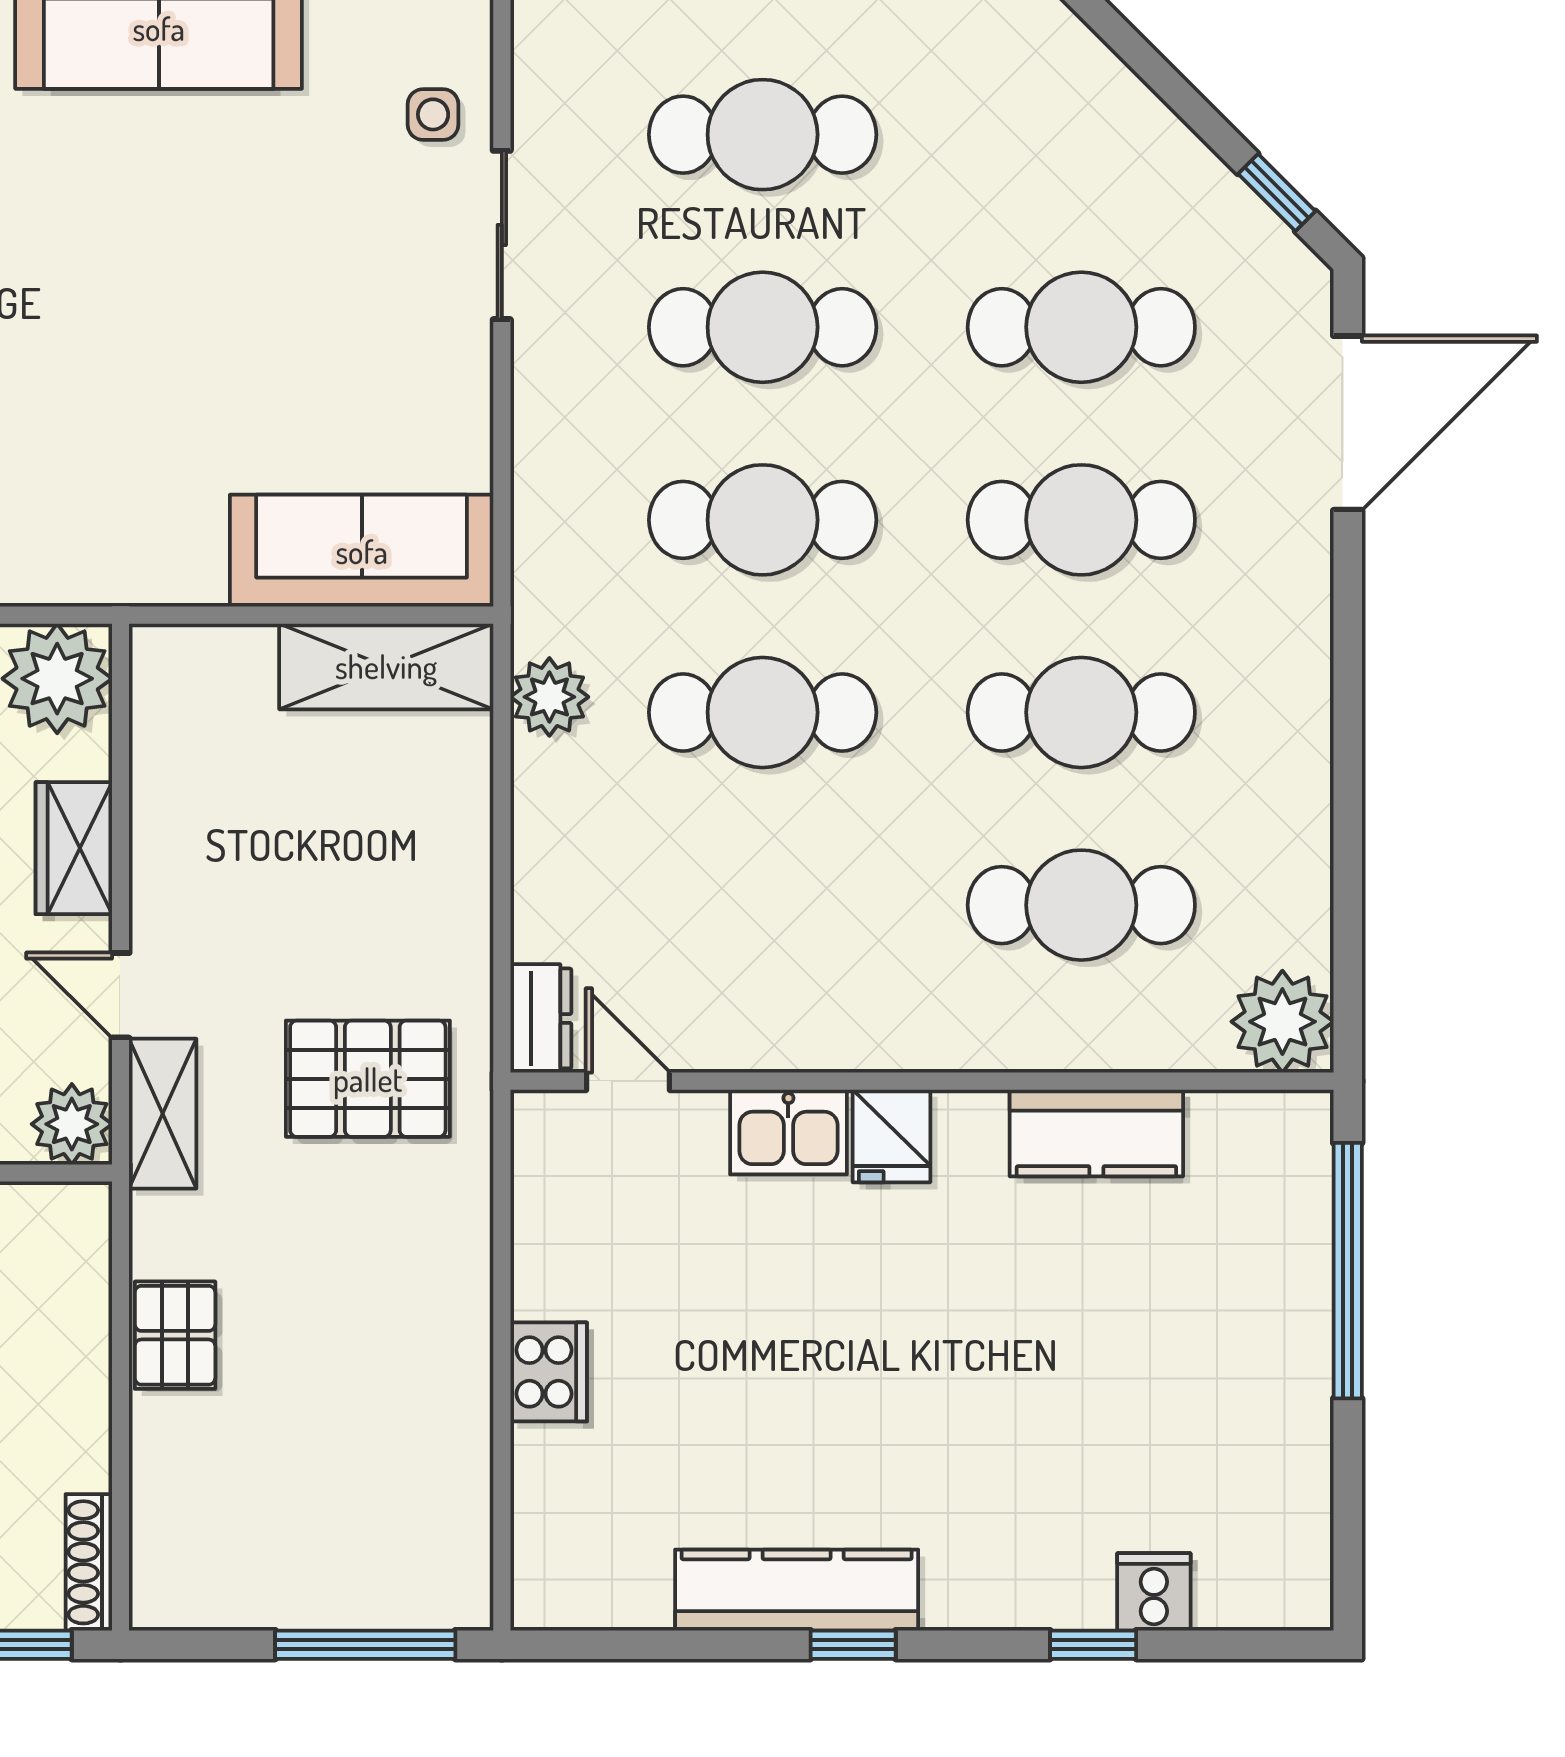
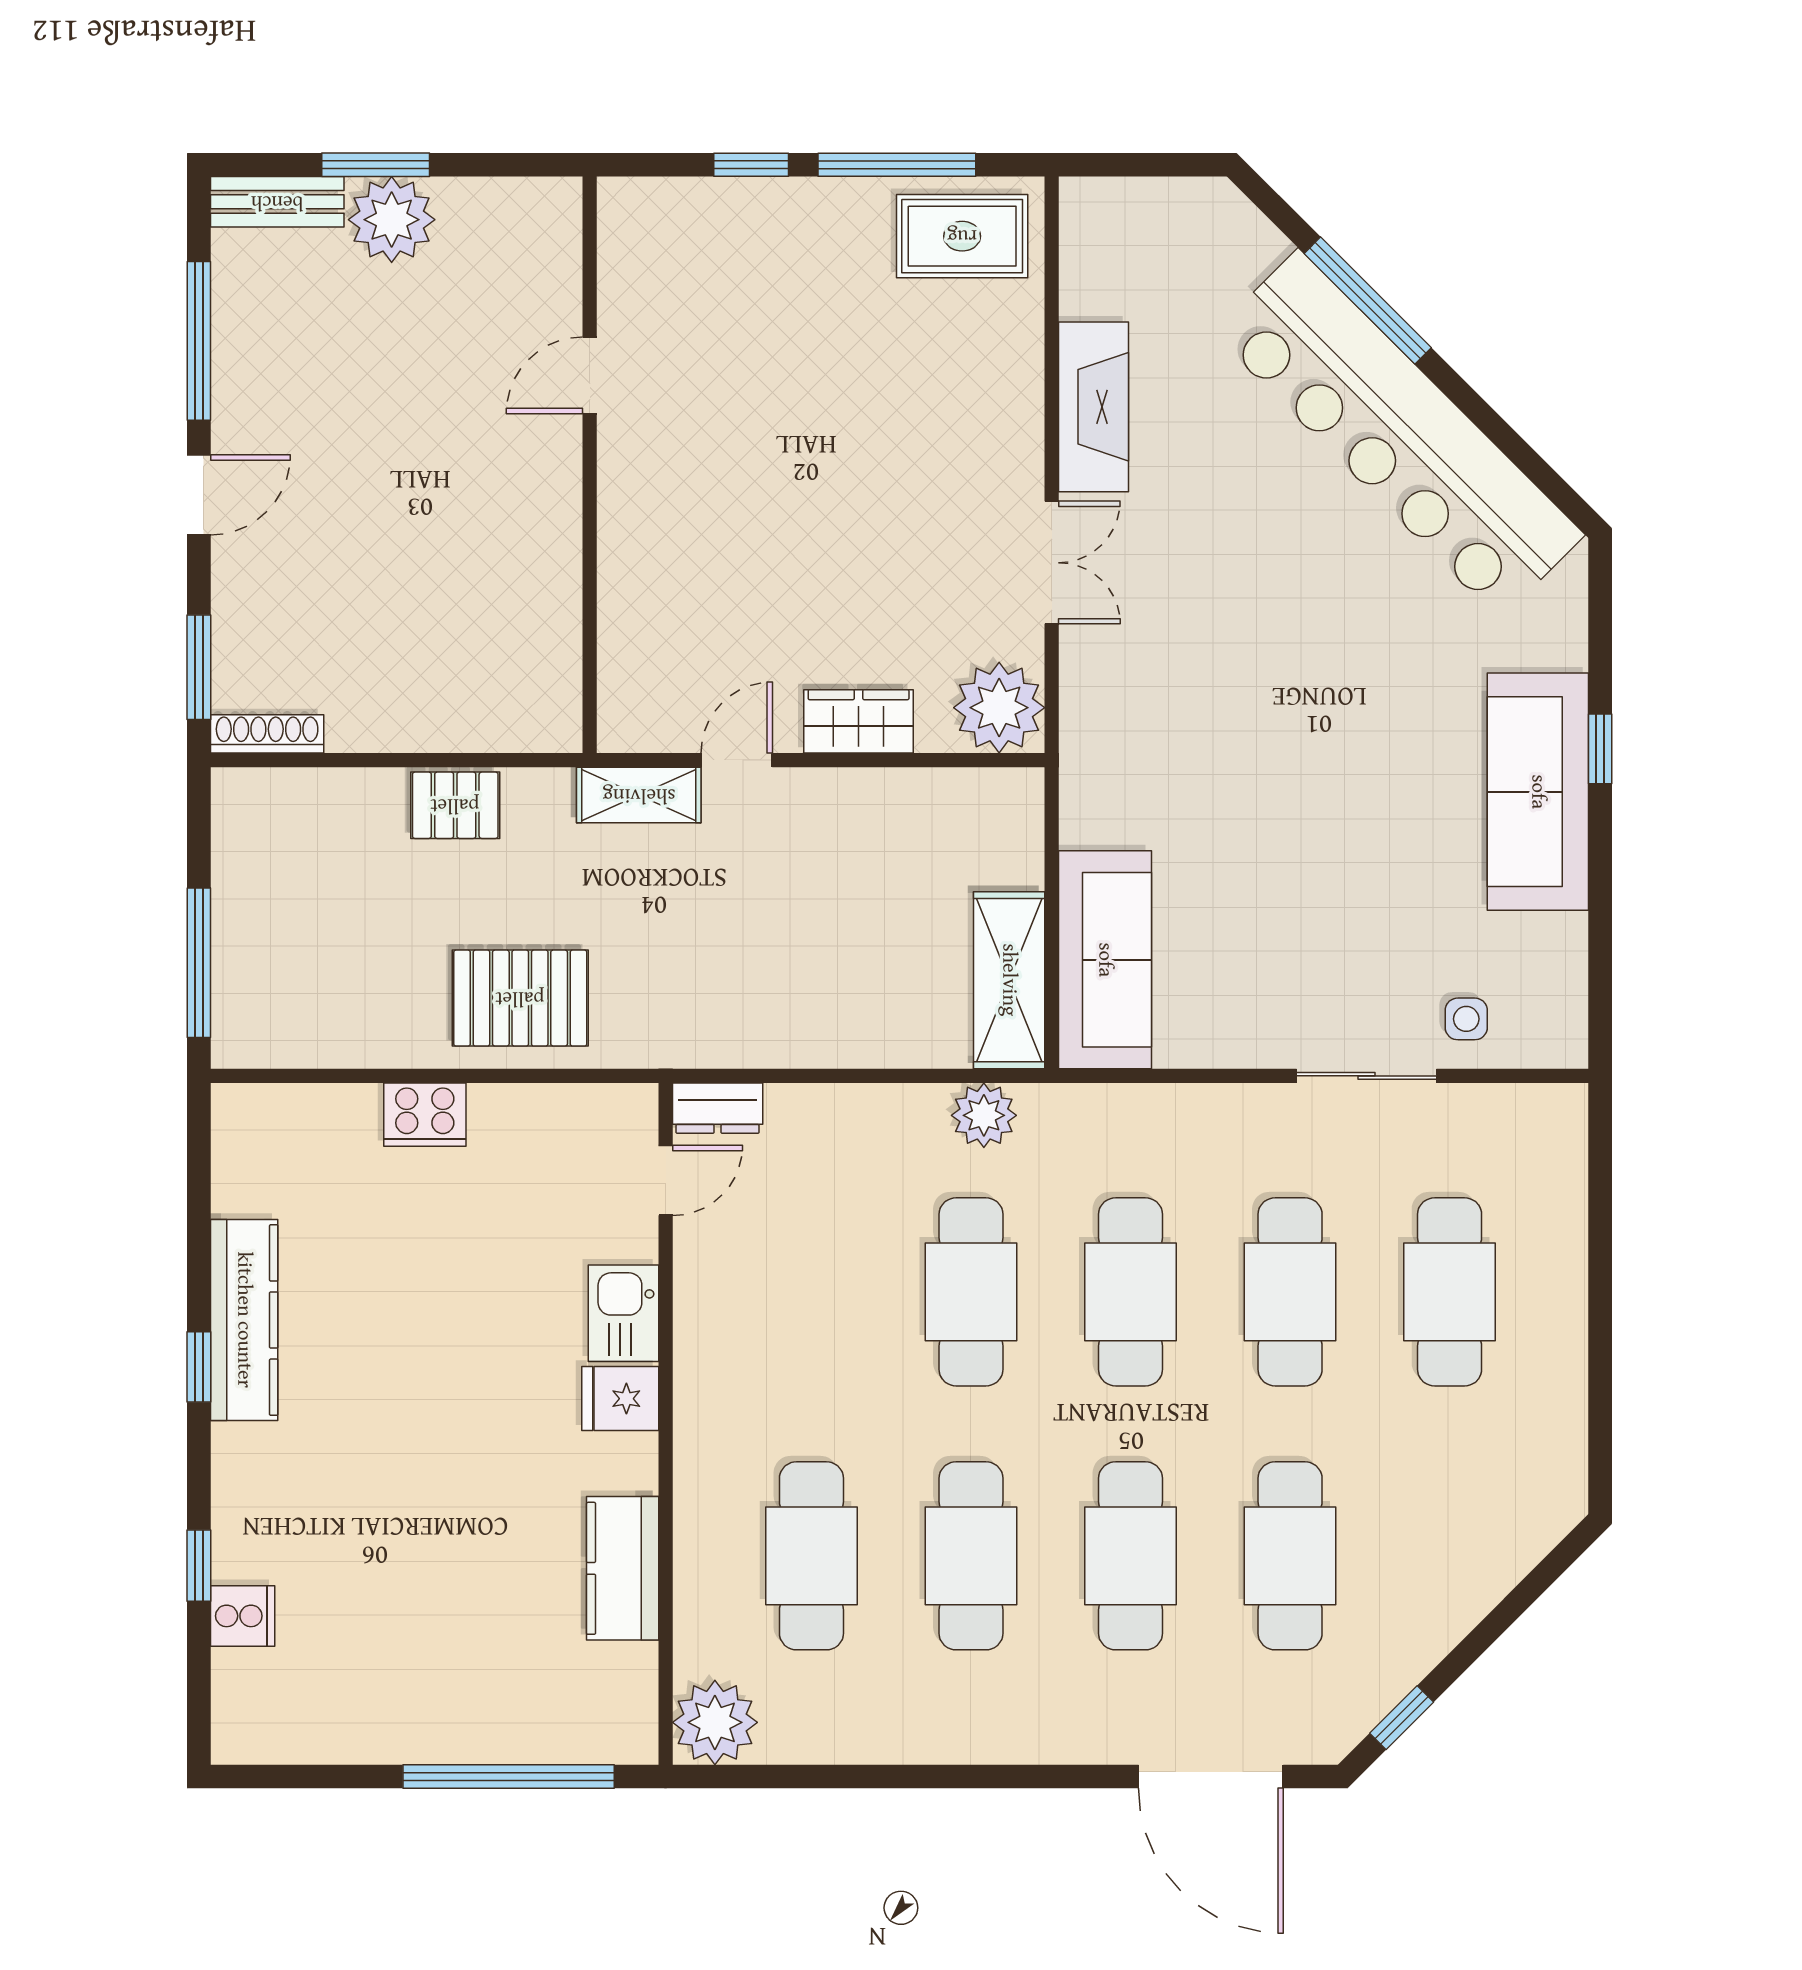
pallet: (368, 1079) -> (520, 998), moved, turned 90
plant: (72, 1124) -> (630, 720), removed

